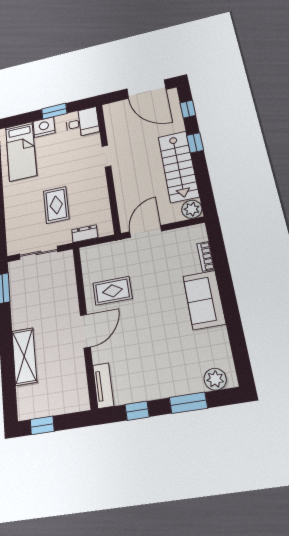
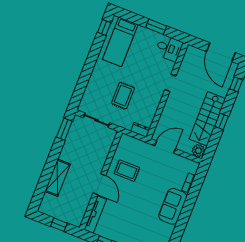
nightstand: (44, 127) -> (144, 34), removed
window: (195, 143) -> (222, 121), moved
dresser: (85, 234) -> (140, 130), moved
door: (85, 331) -> (99, 184), hinge flipped
tv unit: (103, 386) -> (95, 214), width x1.41
window: (42, 425) -> (59, 225), moved

